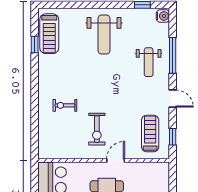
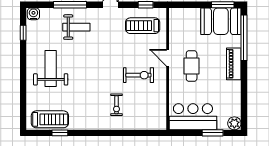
weight bench: (104, 35) -> (51, 68), turned -90

